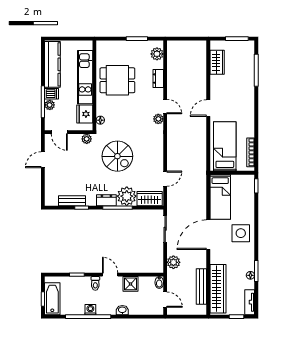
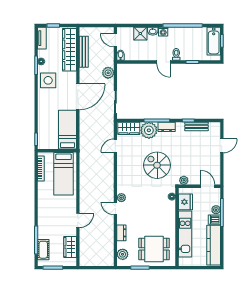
cot: (248, 59) -> (43, 250), added
dining table: (117, 80) -> (154, 249), moved
door: (208, 108) -> (78, 220), moved
door: (43, 160) -> (222, 146), moved
side table: (241, 233) -> (48, 80), moved
shower: (130, 284) -> (140, 34), moved
washing machine: (90, 310) -> (163, 32), moved

